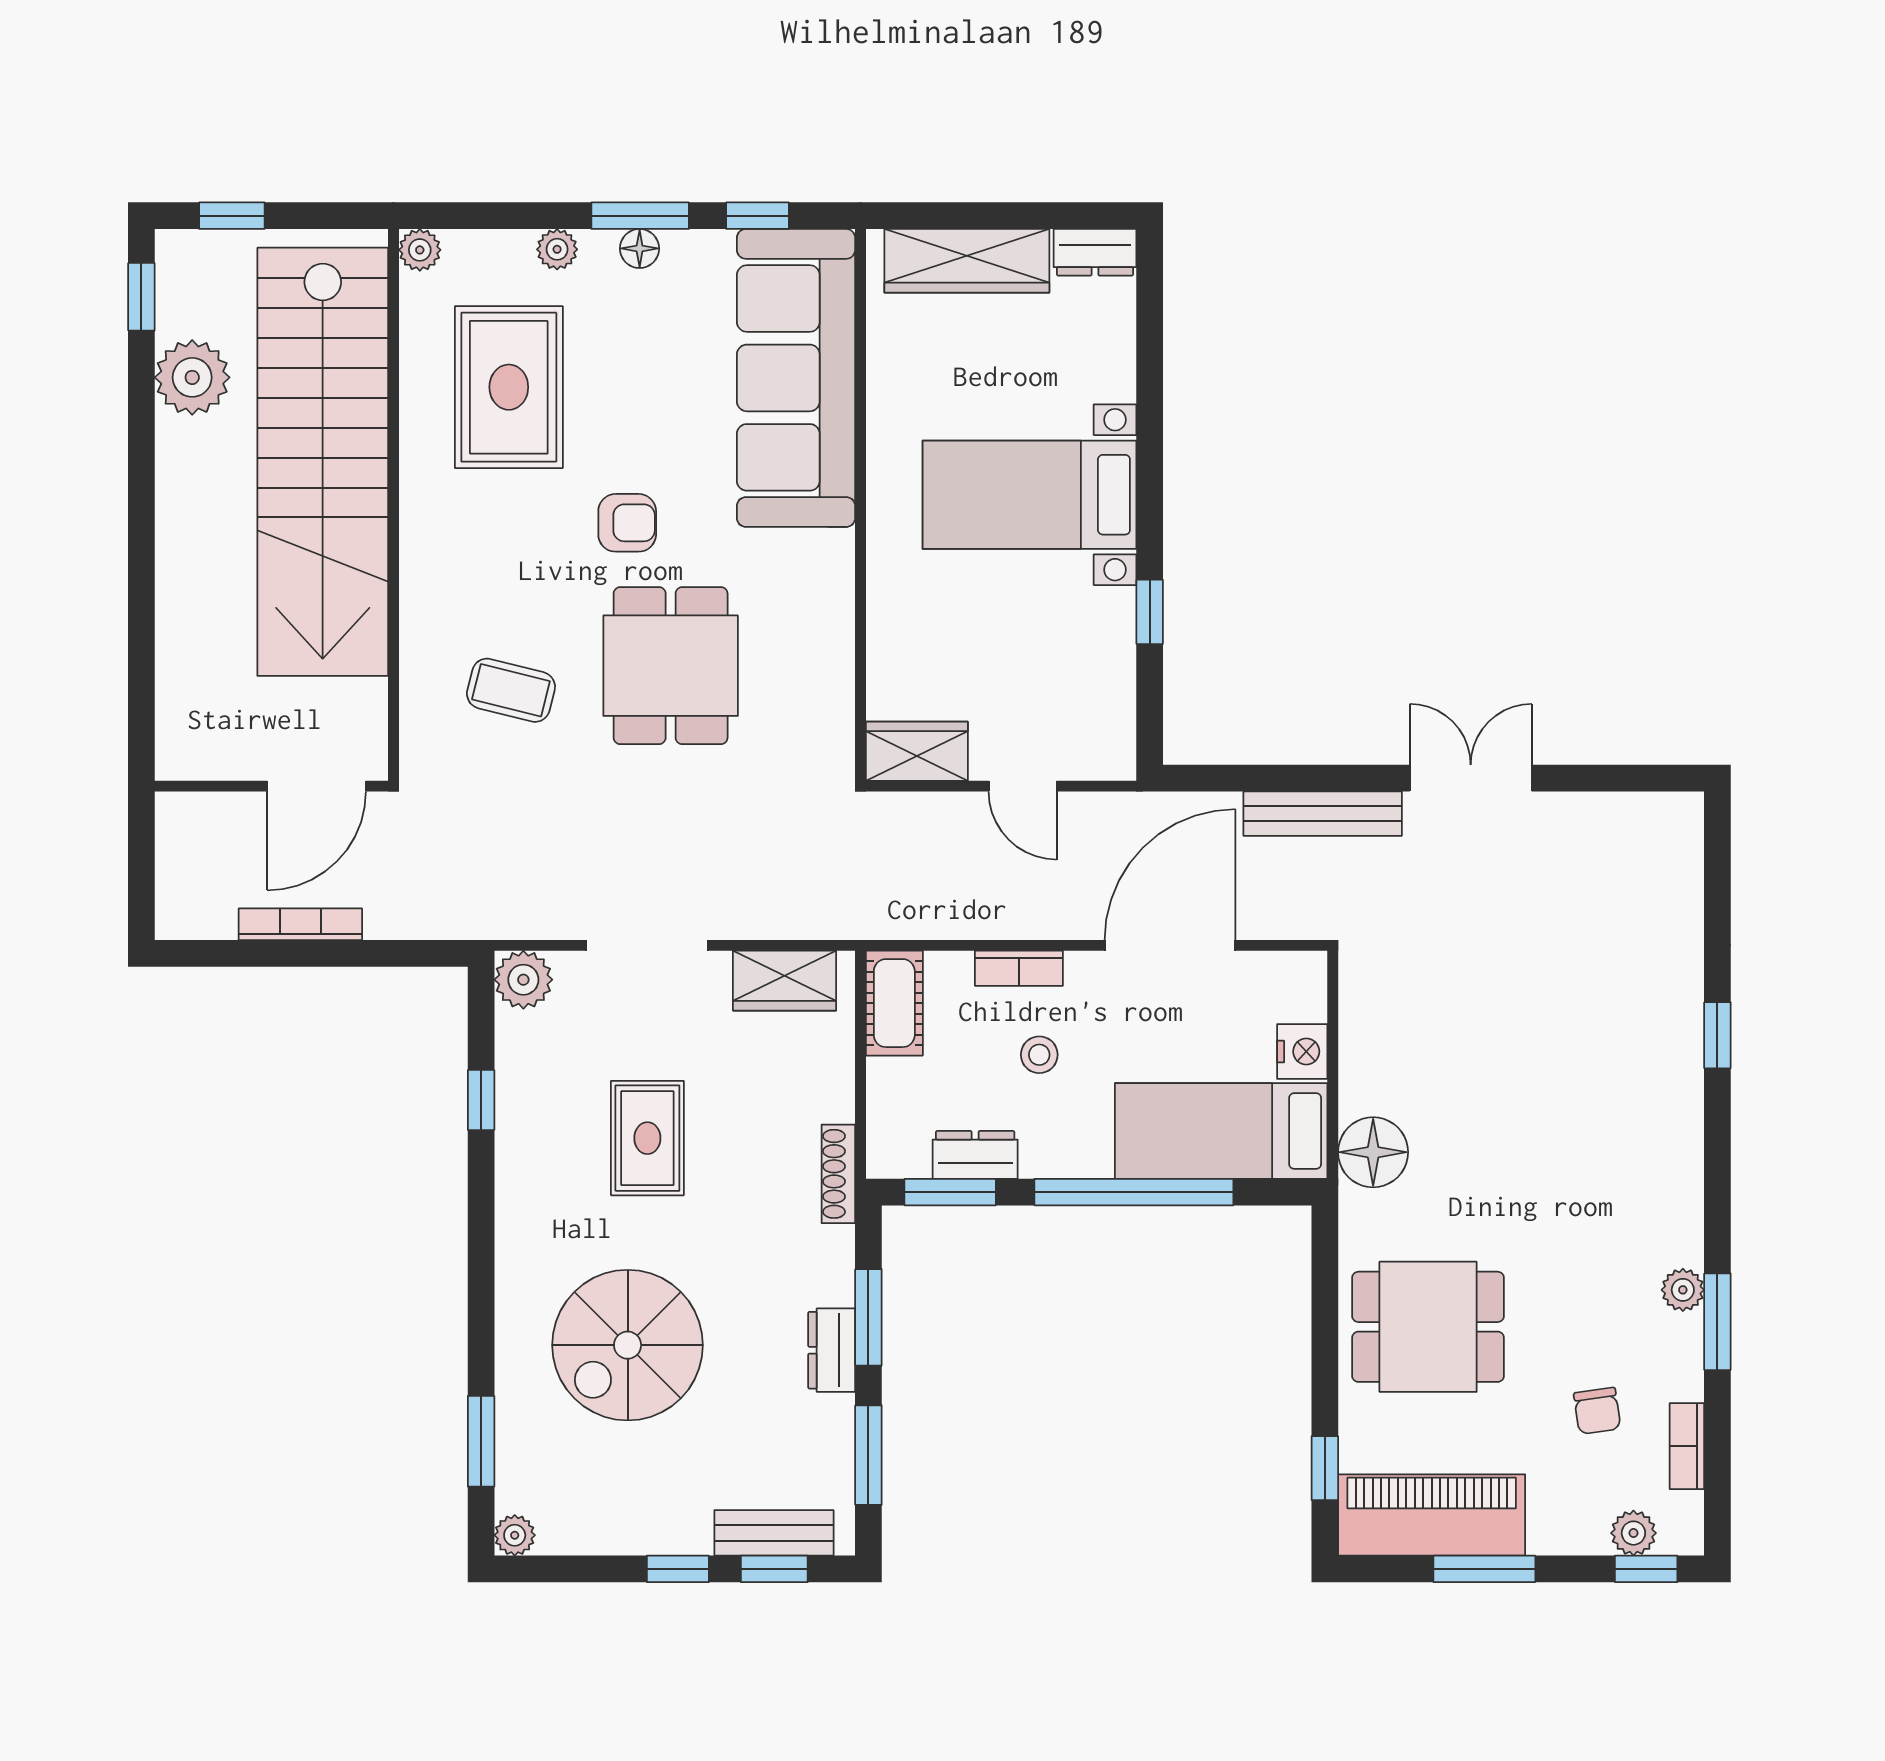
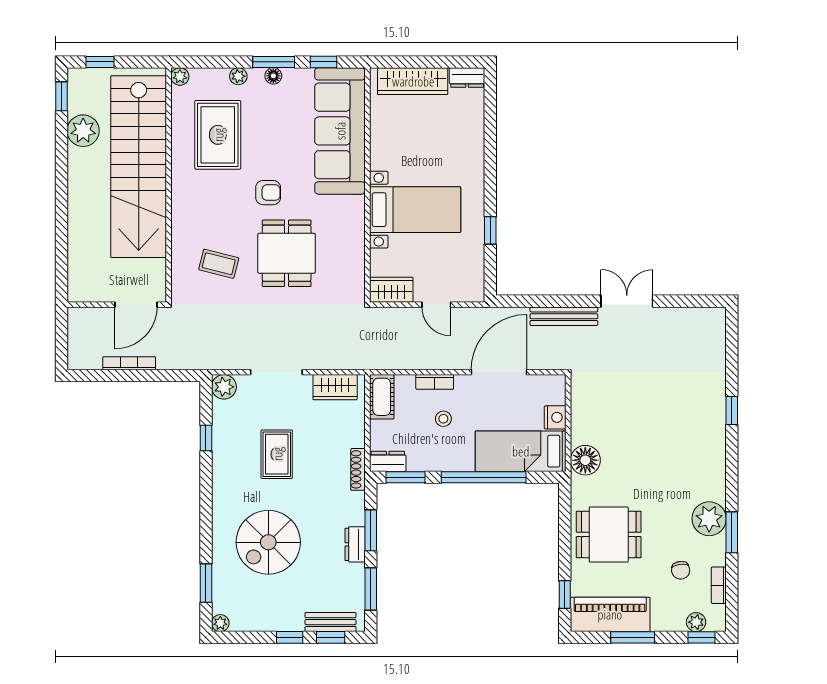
bed with nightstands: (1029, 495) -> (415, 210), moved, turned 180
dresser: (975, 1155) -> (388, 461), moved
plant: (1683, 1290) -> (709, 519), width x1.87, depth x1.87

